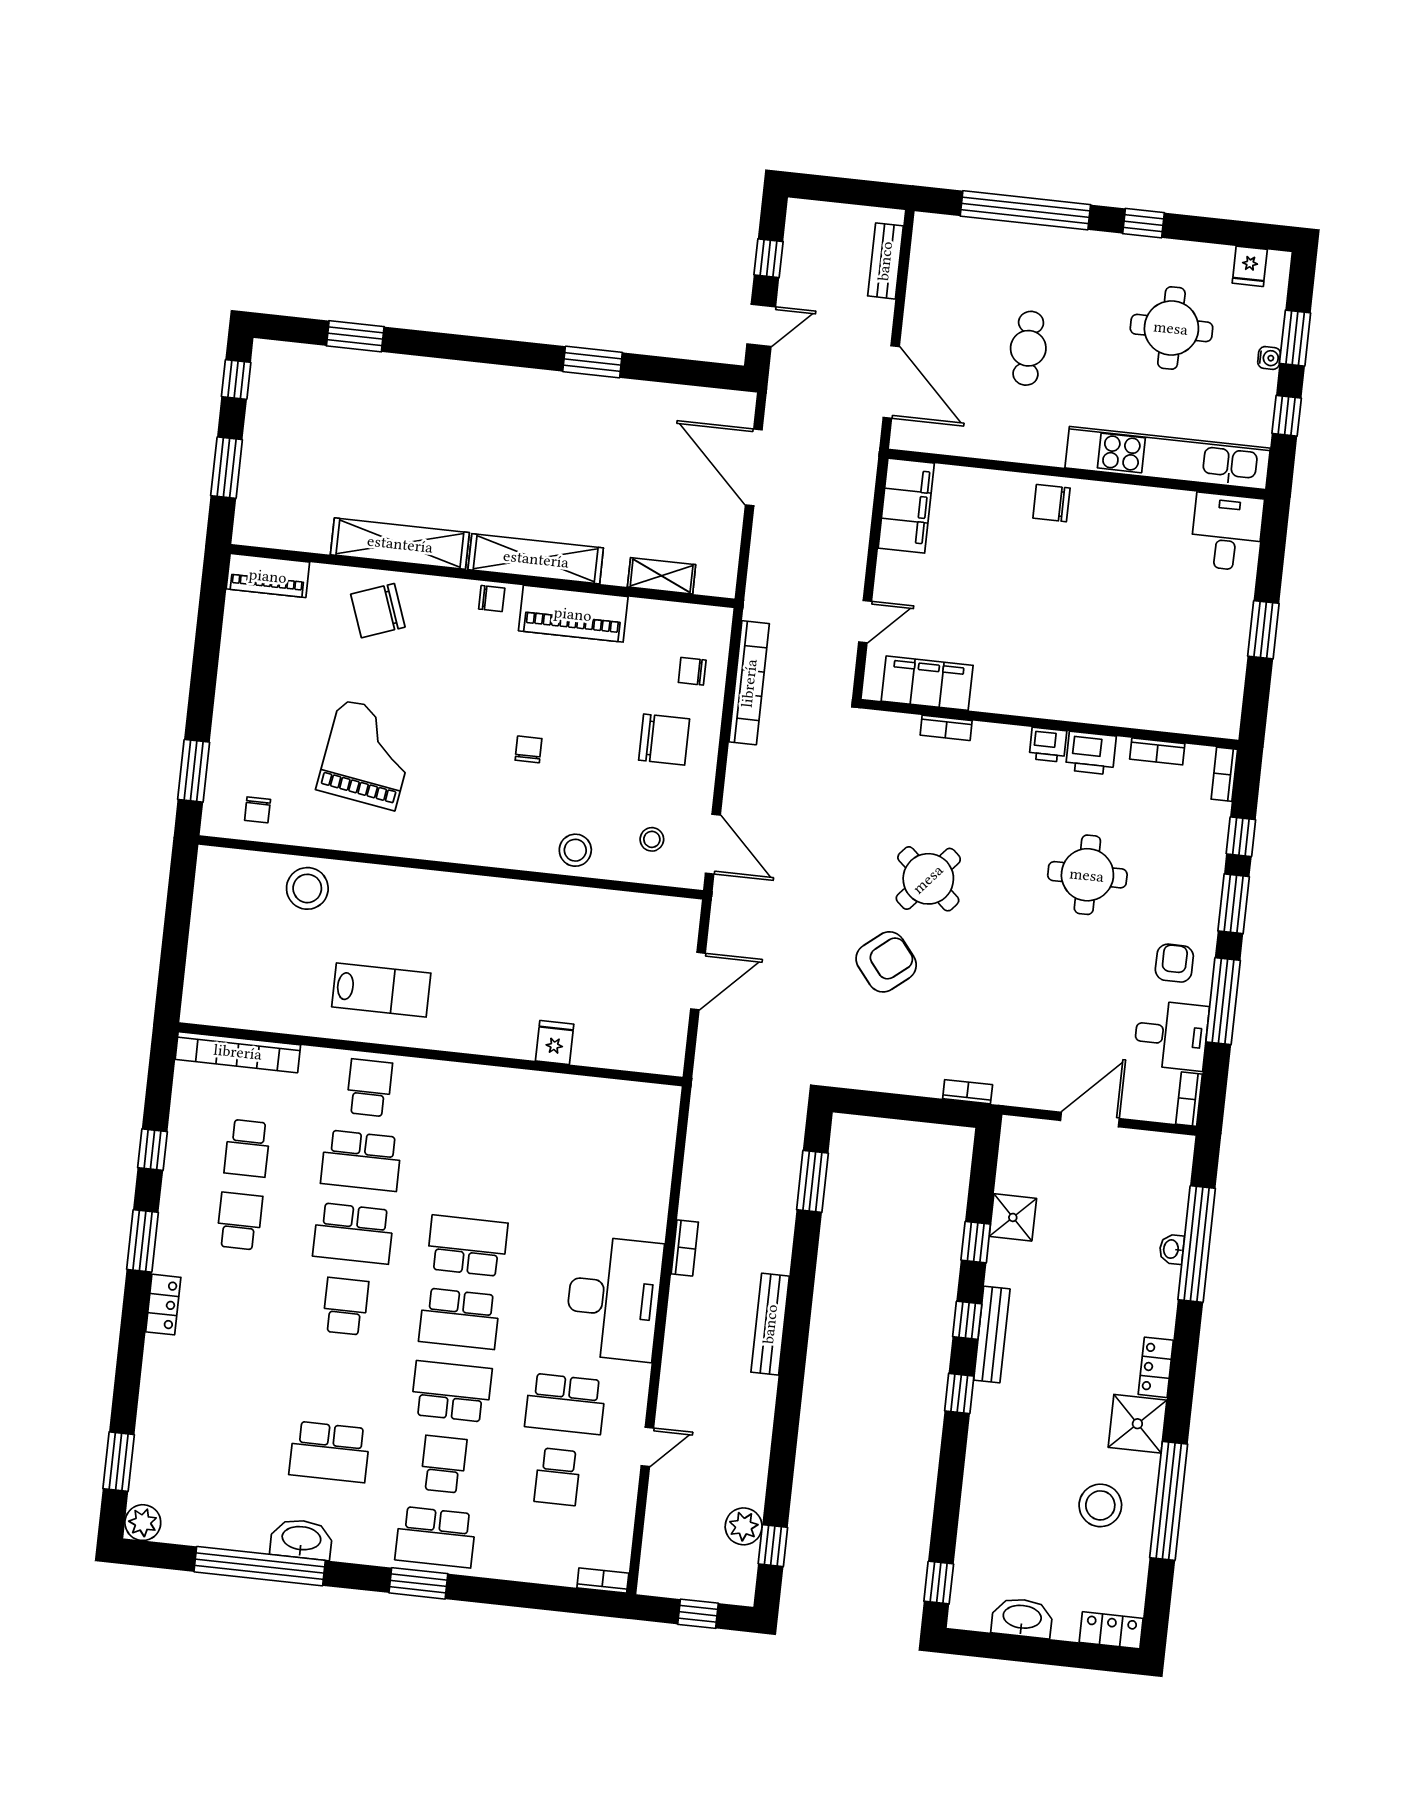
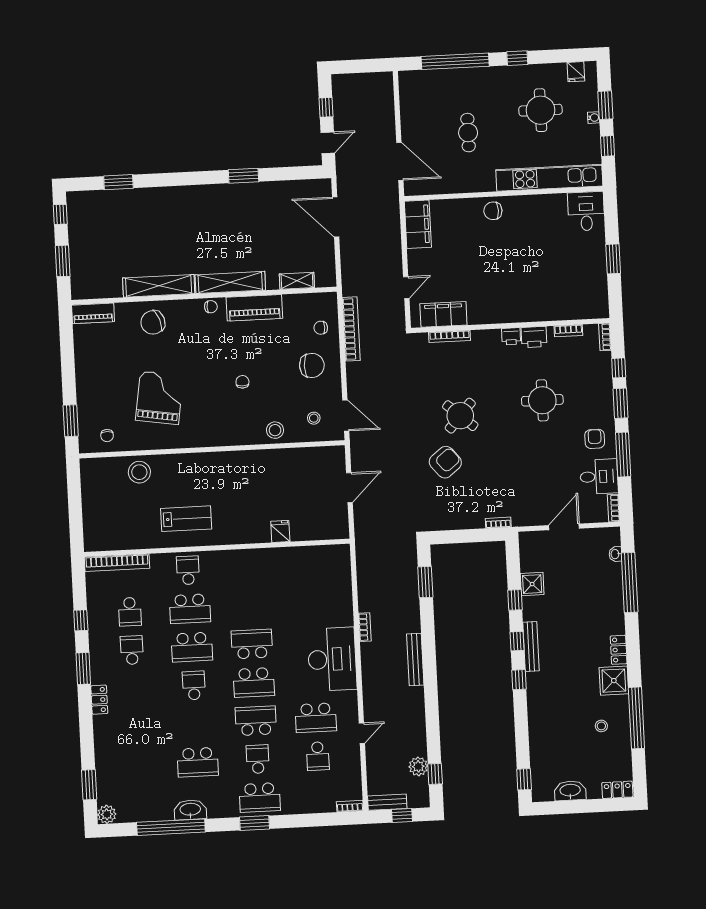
bench: (885, 261) -> (387, 802), moved, turned 90
bookcase: (946, 728) -> (450, 336), width x1.56
washbasin: (1172, 1249) -> (615, 554), moved
stool: (1100, 1505) -> (601, 726), width x0.53, depth x0.53

